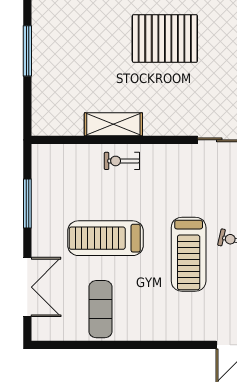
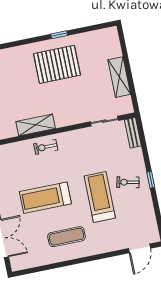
treadmill: (189, 254) -> (100, 197), turned 180
exercise mat: (100, 309) -> (67, 237), moved, turned 90

